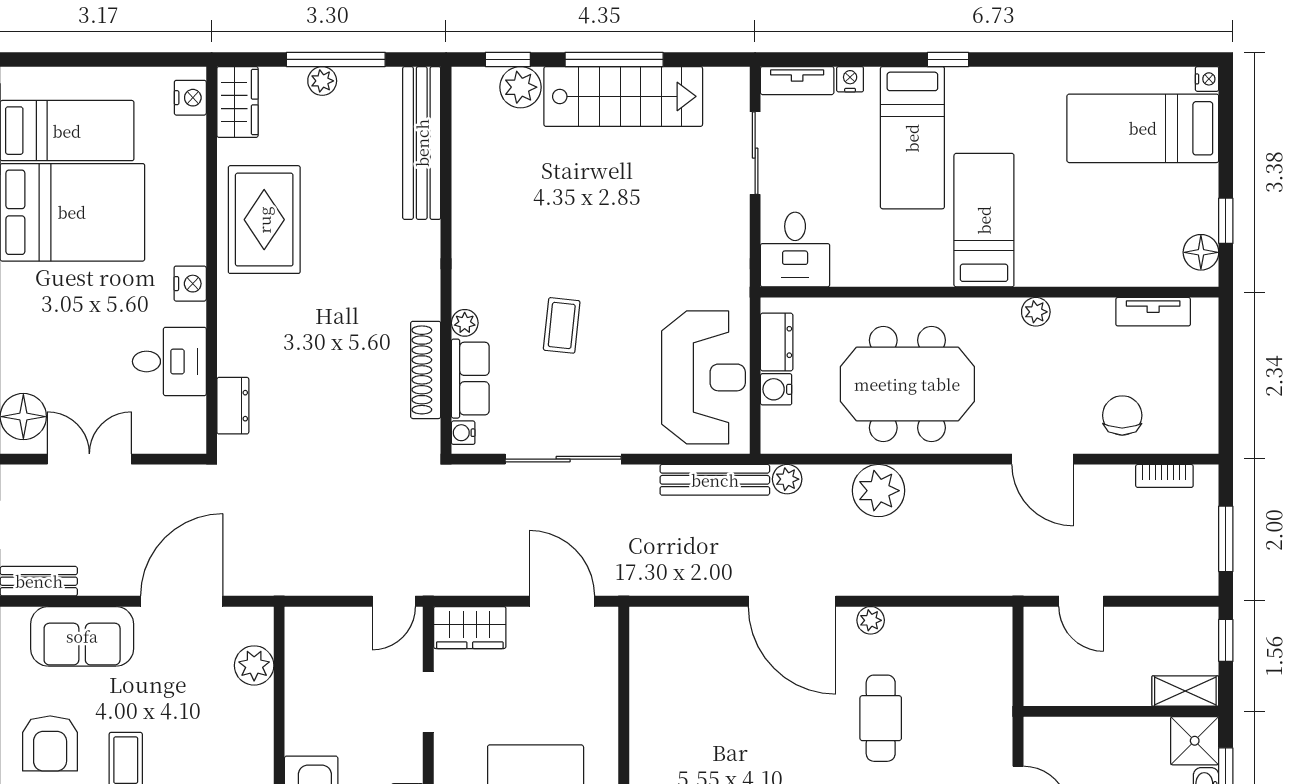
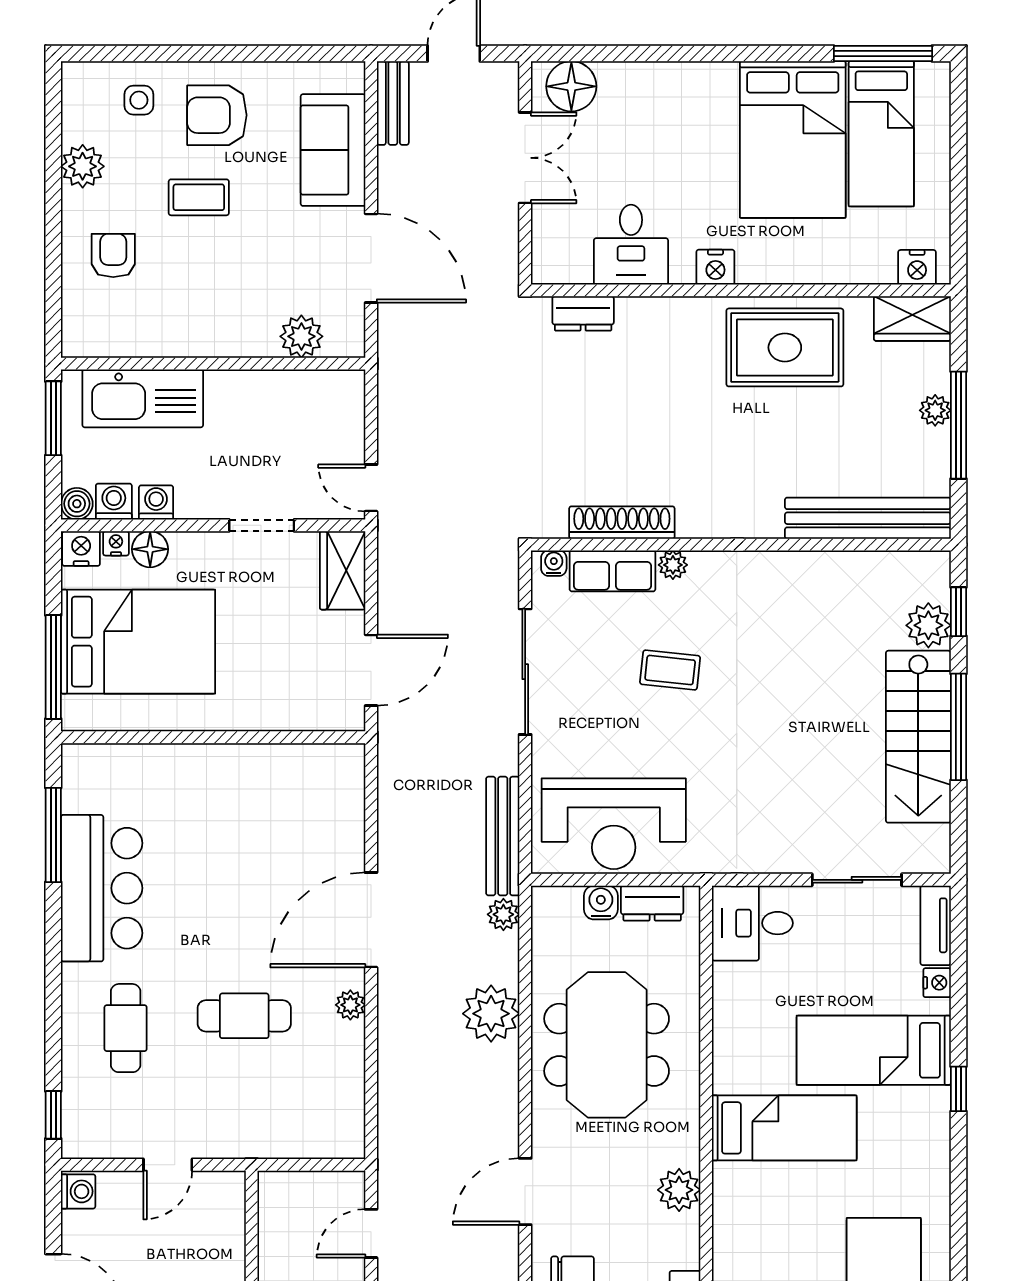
plant: (1036, 312) -> (679, 1190), width x1.38, depth x1.38

